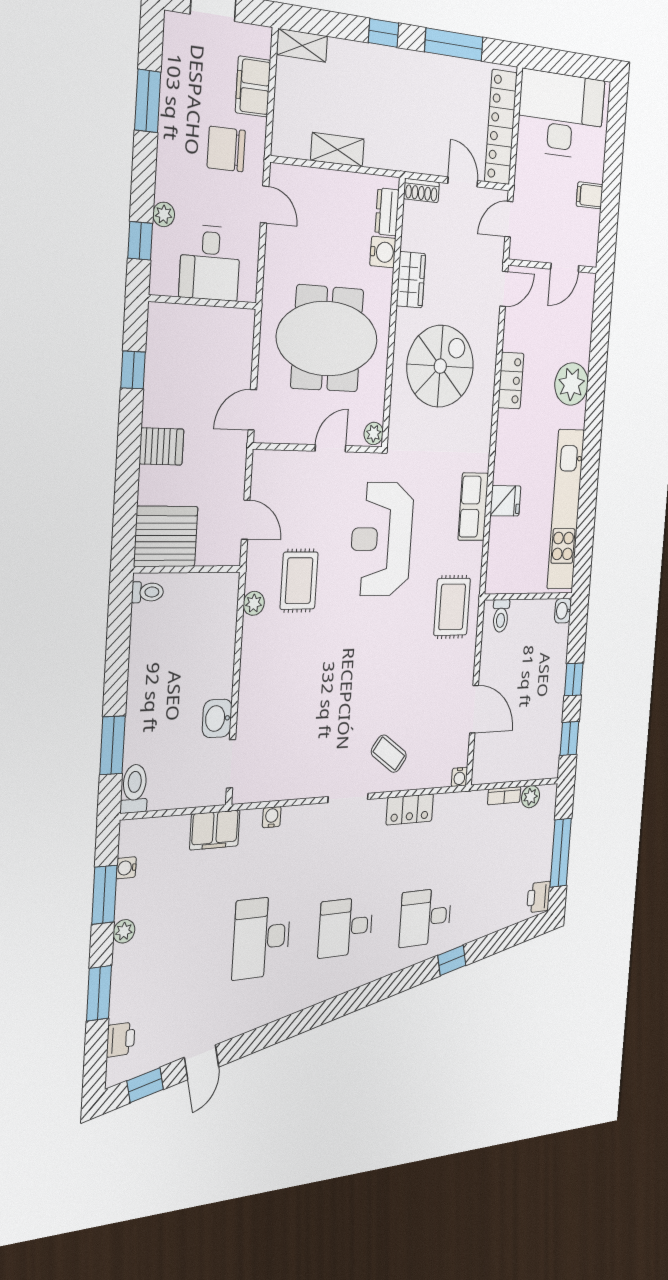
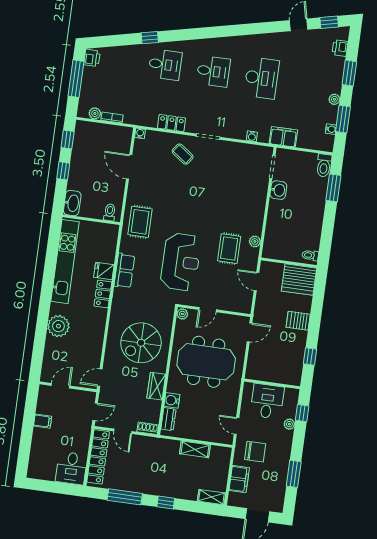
desk: (561, 115) -> (71, 468), width x0.53, depth x0.77
locker: (511, 381) -> (103, 294), moved
washbasin: (563, 611) -> (72, 203), width x1.91, depth x1.45

